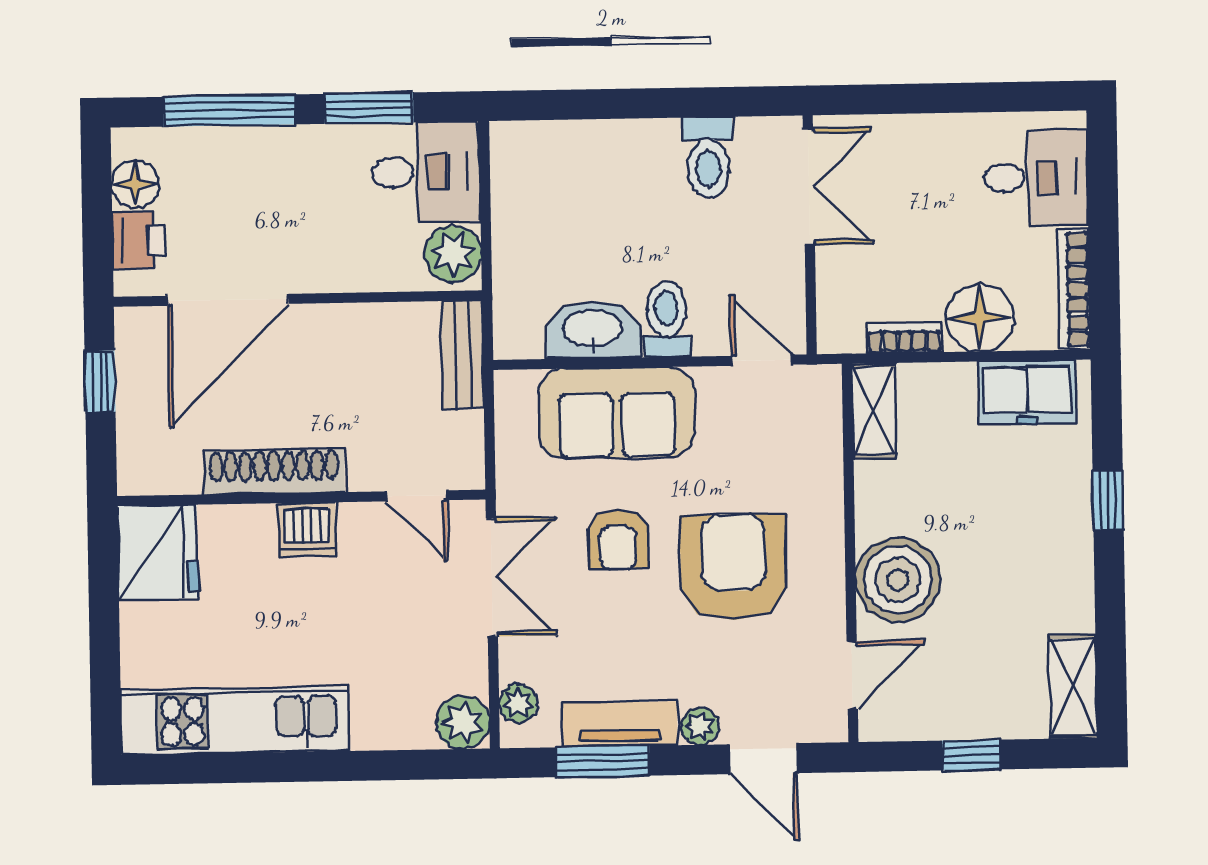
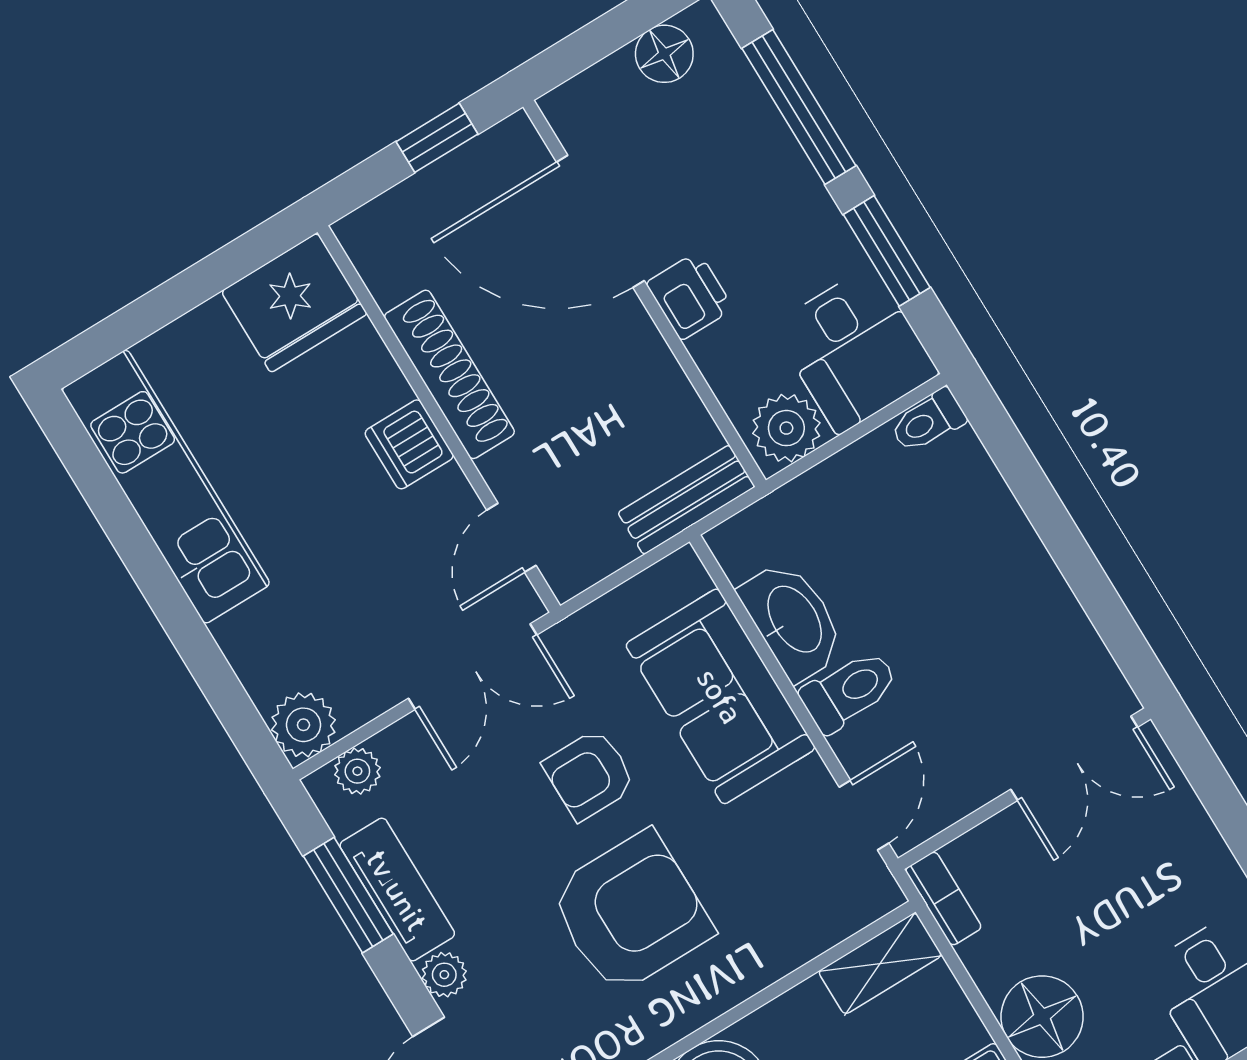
toilet: (708, 158) -> (928, 421), moved, width x0.73, depth x0.72
printer: (138, 240) -> (690, 296), moved, turned -90
bookcase: (904, 338) -> (943, 898), moved

